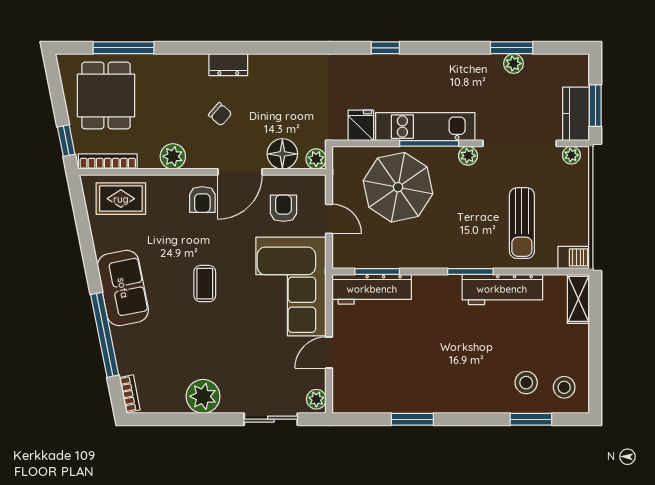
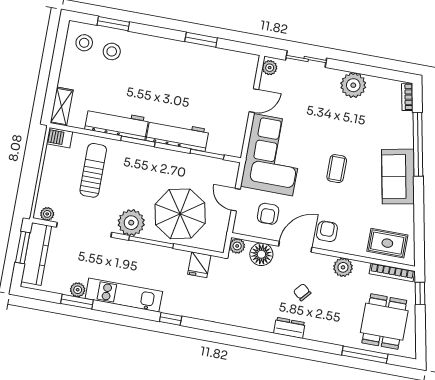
kitchen counter: (576, 114) -> (36, 254), width x1.50
kitchen unit: (425, 127) -> (124, 295), moved, turned 180
plant: (468, 156) -> (131, 223), width x1.88, depth x1.88
workbench: (372, 289) -> (177, 135), moved

